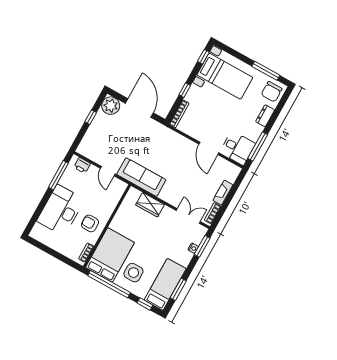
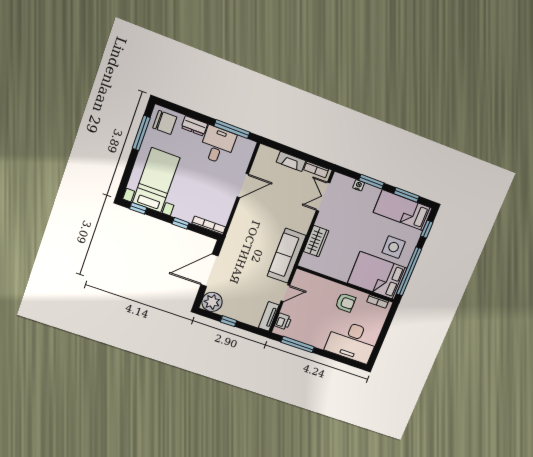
desk: (238, 148) -> (217, 145), moved
tv unit: (89, 153) -> (269, 316), added
desk: (61, 210) -> (352, 341), moved
armchair: (90, 223) -> (345, 303), turned -90
window: (202, 246) -> (371, 182), moved

